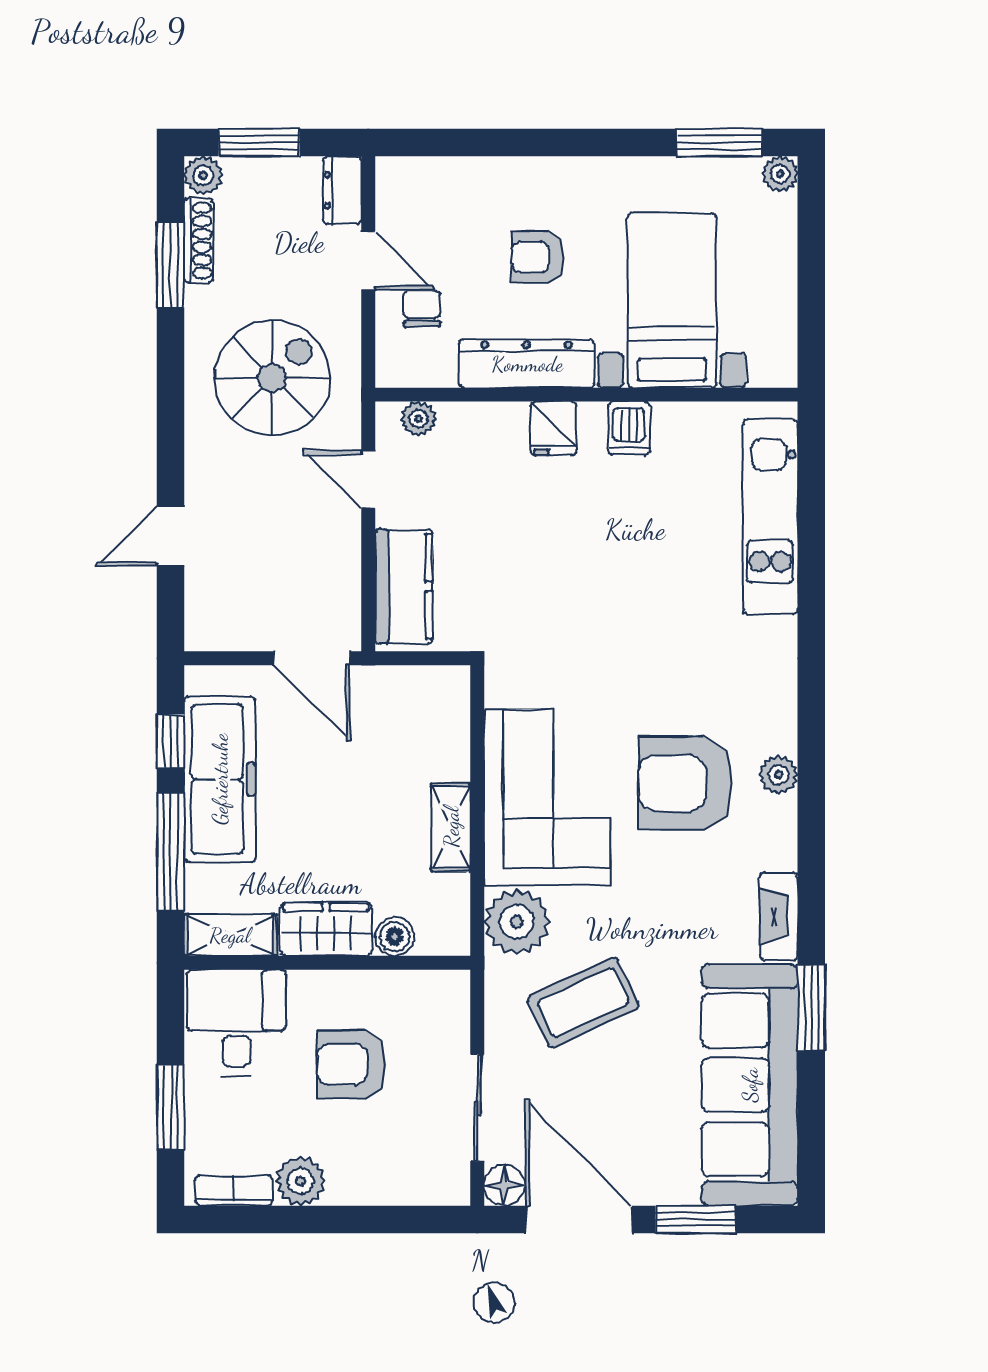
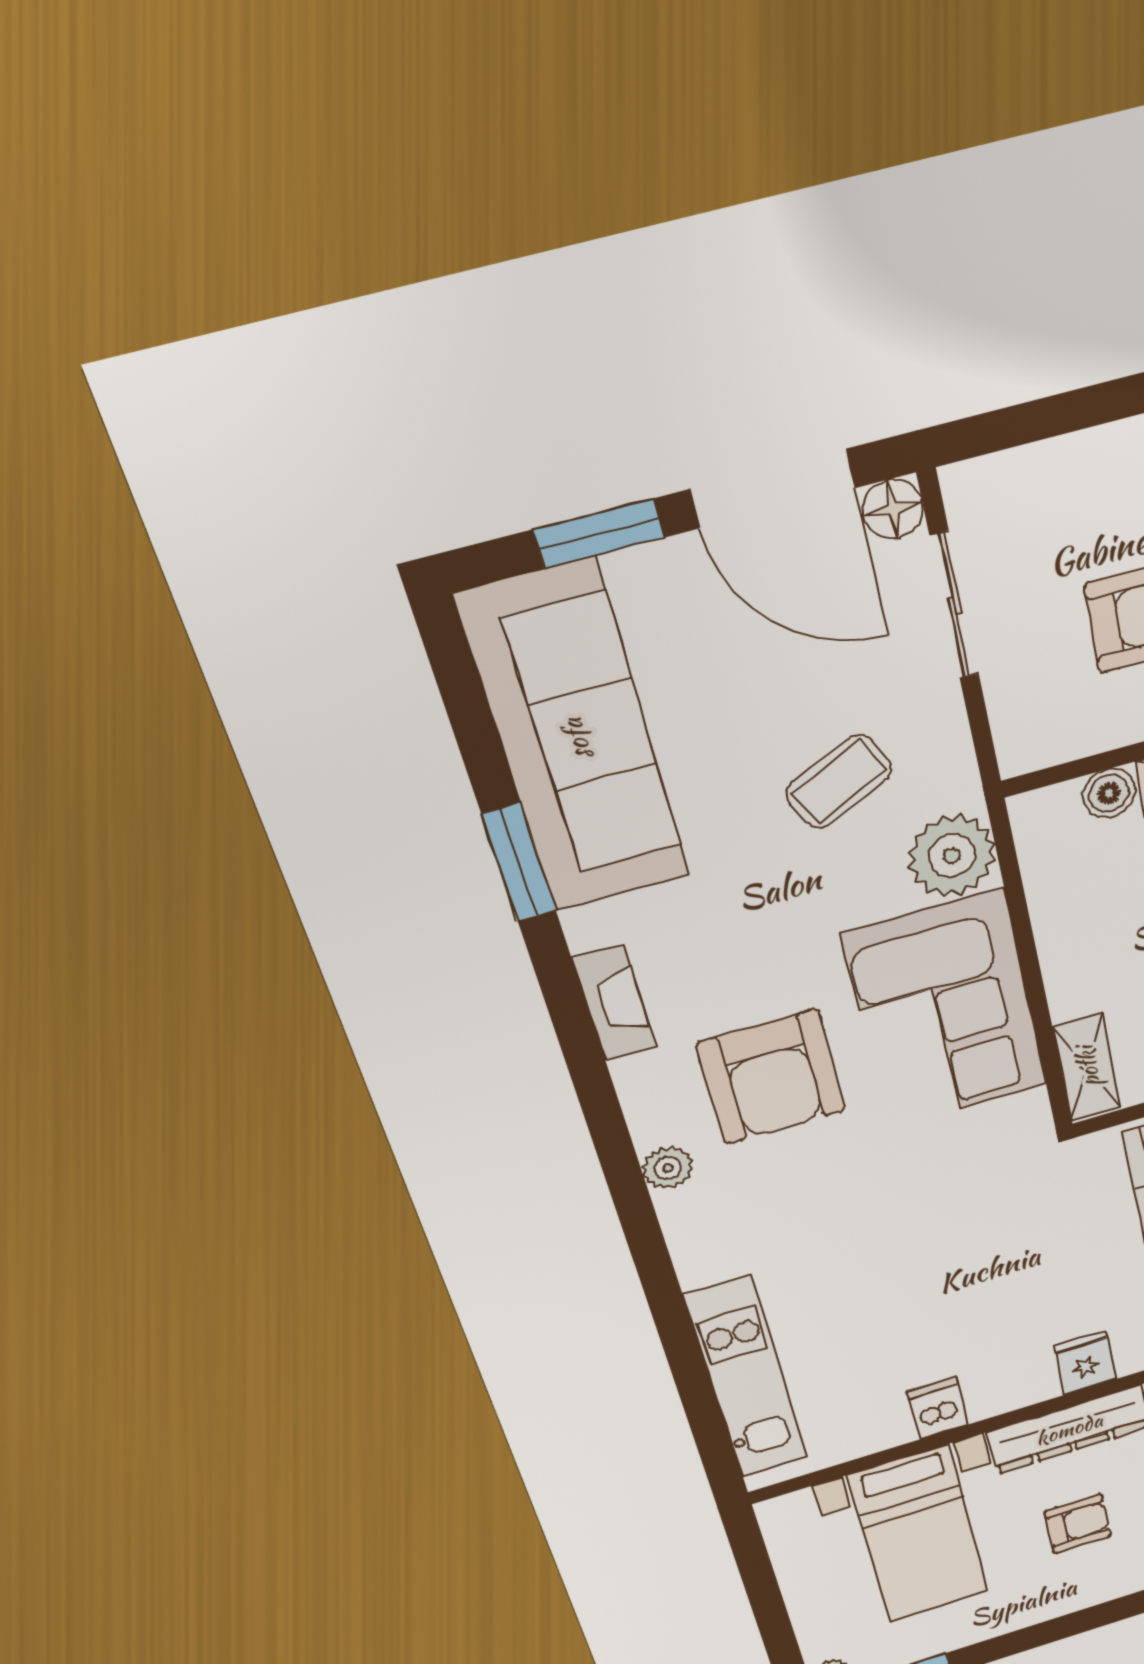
fridge: (553, 428) -> (1085, 1363), moved
plant: (779, 775) -> (668, 1168), moved
armchair: (685, 783) -> (771, 1077), turned 90
shelving: (451, 827) -> (1087, 1067), moved
fireplace: (779, 916) -> (614, 1003), moved
coffee table: (583, 1003) -> (839, 782), width x0.73, depth x0.77

